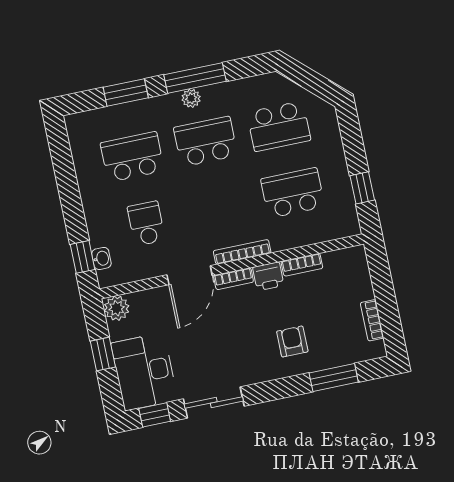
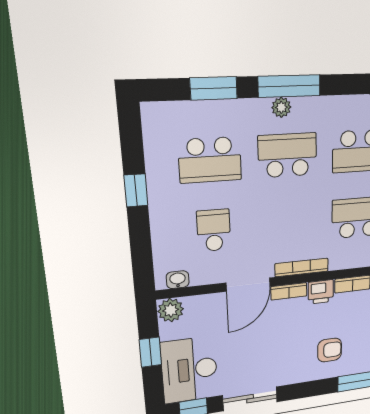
school desk: (132, 157) -> (210, 160), turned 180
window: (83, 257) -> (136, 190), moved
washbasin: (101, 258) -> (178, 280), moved, turned -90
armchair: (292, 341) -> (330, 350), turned 90

